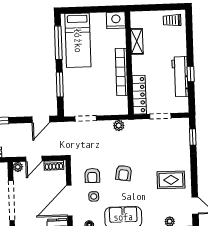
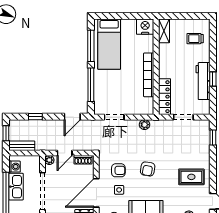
trolley: (172, 20) -> (195, 39), moved
shelving: (137, 41) -> (164, 31), moved
window: (60, 85) -> (91, 85), width x1.44
armchair: (92, 175) -> (118, 170), turned -90

